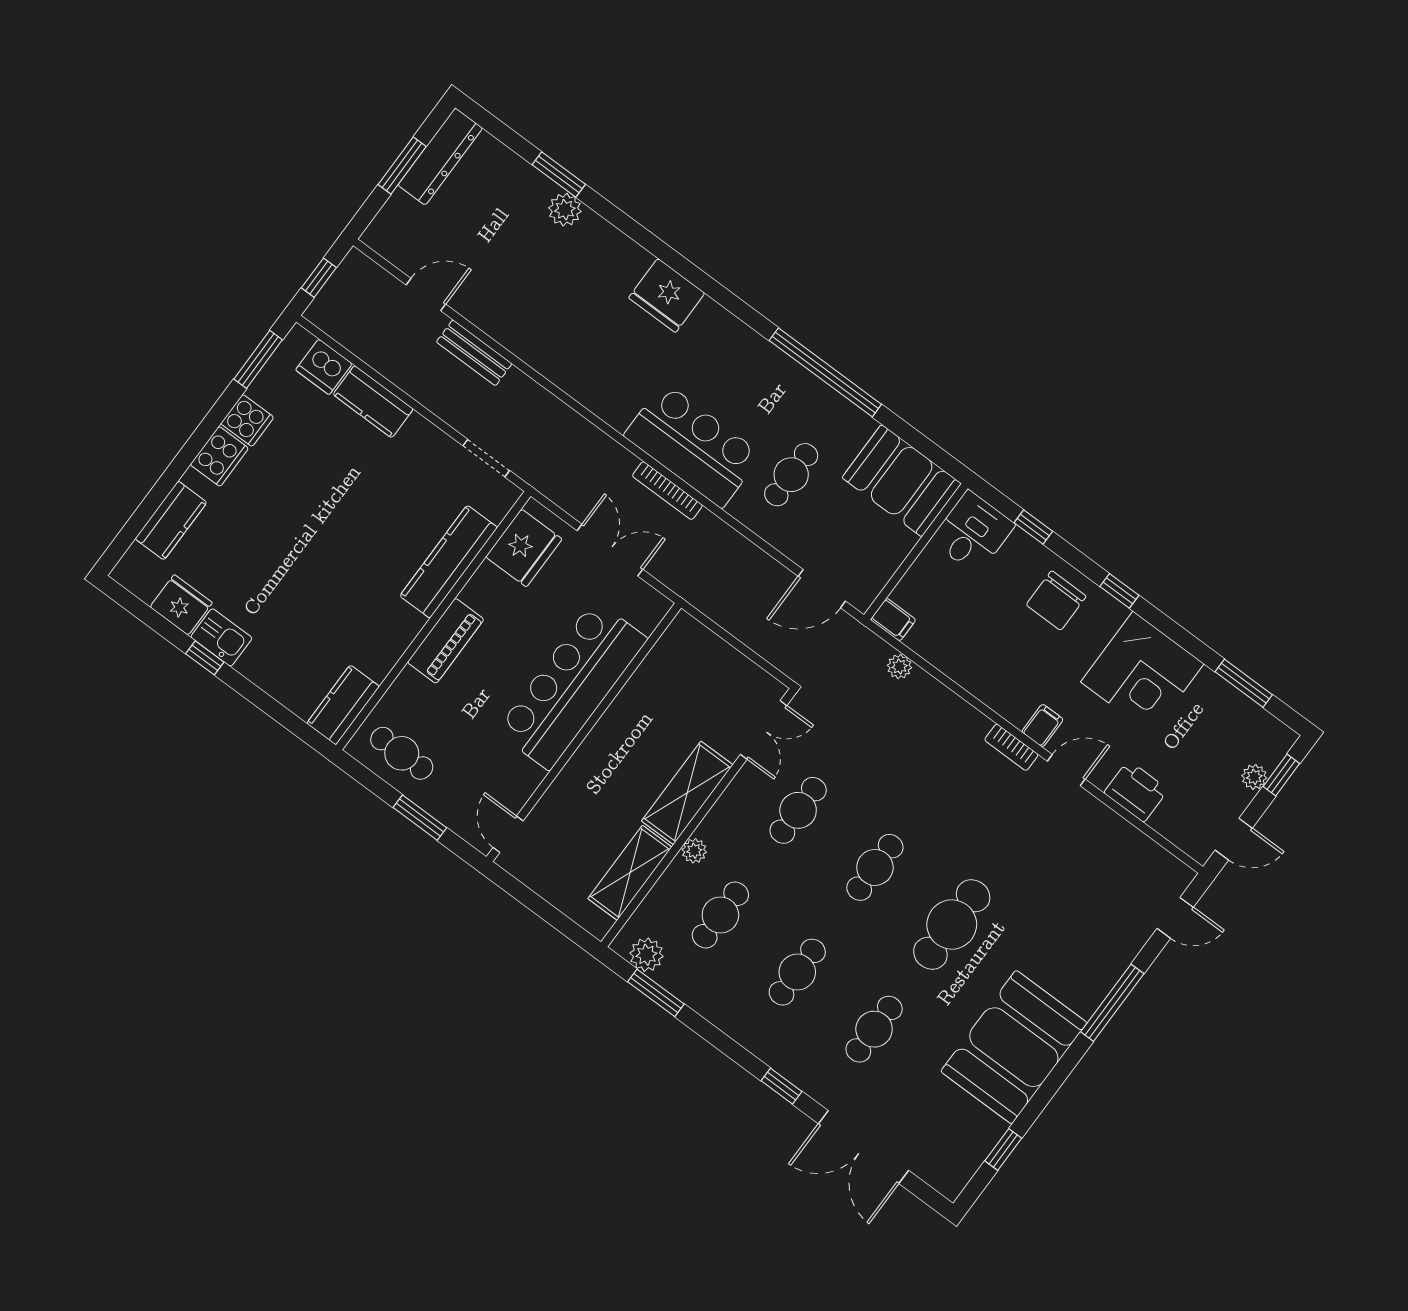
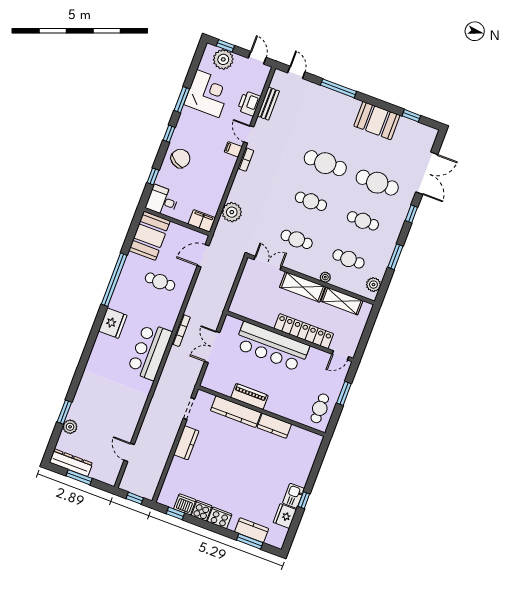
plant: (565, 210) -> (70, 427), moved
fridge: (667, 296) -> (113, 323), moved
bench: (474, 353) -> (268, 104), moved
window: (258, 359) -> (175, 513), width x0.67
dishwasher: (324, 367) -> (185, 504), moved, turned -90
kitchen counter: (373, 402) -> (186, 443), moved
bar counter: (693, 445) -> (150, 351), moved
window: (147, 509) -> (250, 541), added
fridge: (524, 548) -> (221, 382), removed
door: (822, 589) -> (203, 256), swing flipped
chair: (1056, 601) -> (180, 158), turned -58
filing cabinet: (893, 620) -> (202, 221), width x2.00
piano: (446, 641) -> (249, 396), moved
plant: (899, 667) -> (232, 212), width x1.88, depth x1.88
corner desk: (1142, 673) -> (208, 94), moved
window: (1244, 683) -> (182, 100), moved
kitchen counter: (343, 705) -> (274, 426), moved
locker: (586, 767) -> (304, 331), added
plant: (1254, 777) -> (223, 59), width x1.87, depth x1.87
window: (656, 993) -> (395, 257), moved
cafe table: (874, 1029) -> (377, 183), width x1.37, depth x1.35
booth: (1014, 1047) -> (377, 121), width x0.73, depth x0.70

